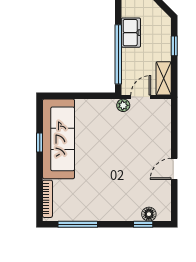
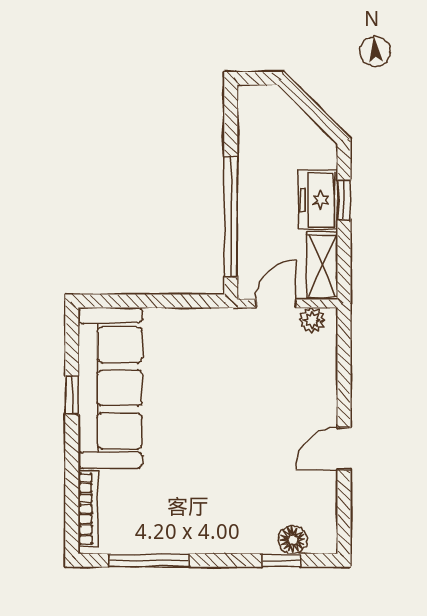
freezer: (131, 33) -> (318, 200), moved, turned 180
plant: (123, 105) -> (312, 320), moved

